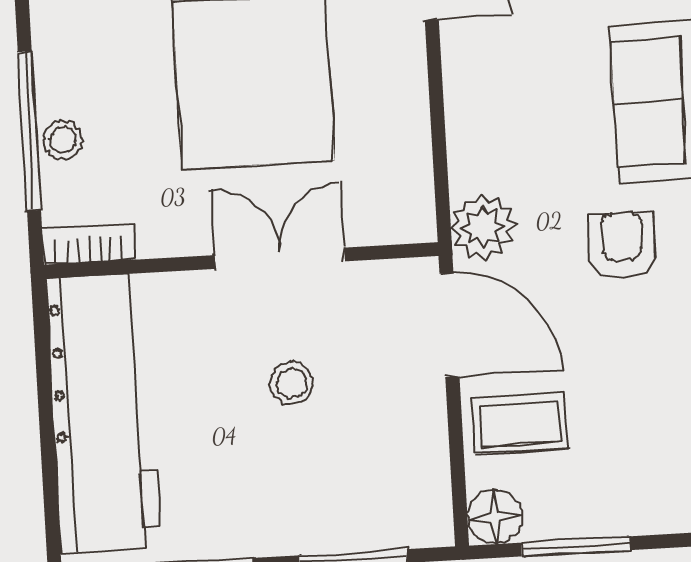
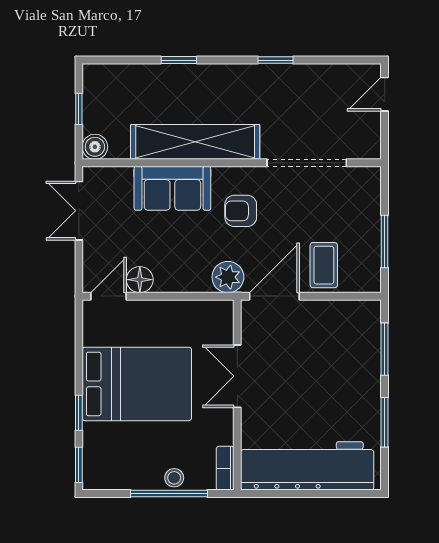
stool: (292, 383) -> (298, 374), removed
floor lamp: (495, 517) -> (140, 280), moved

